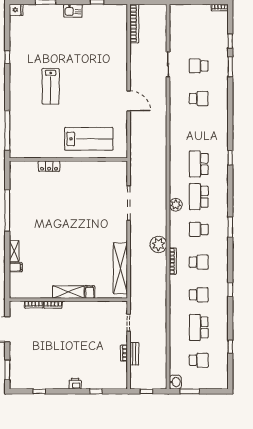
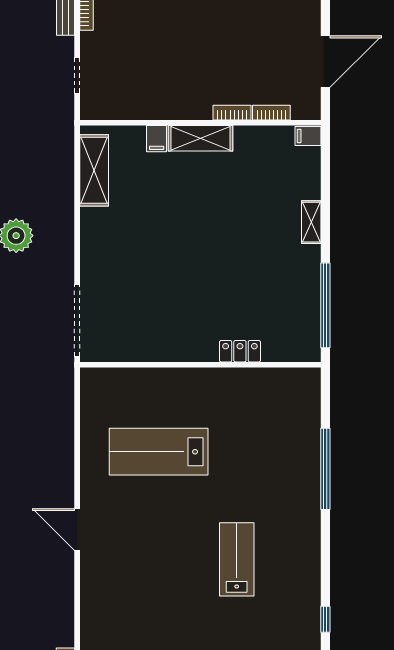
wall: (68, 159) -> (200, 365), moved
locker: (49, 166) -> (240, 351), moved
filing cabinet: (16, 267) -> (308, 136), moved
shelving: (120, 268) -> (94, 170), width x0.68

